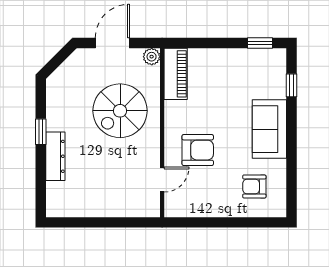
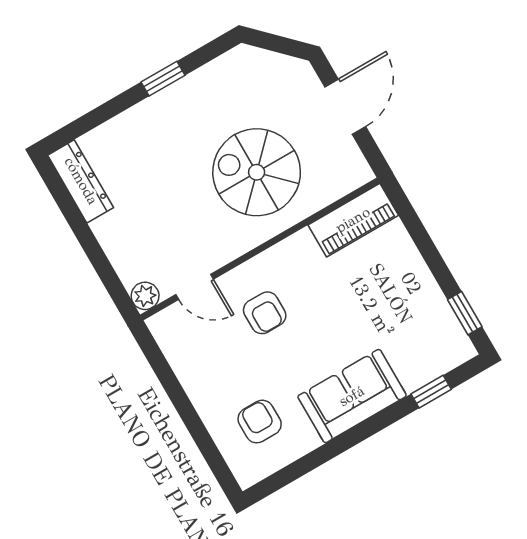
door: (112, 43) -> (345, 107), hinge flipped
plant: (152, 57) -> (145, 296), moved
armchair: (198, 150) -> (265, 313), width x0.72, depth x0.72
dresser: (55, 156) -> (81, 181), moved, turned -90

